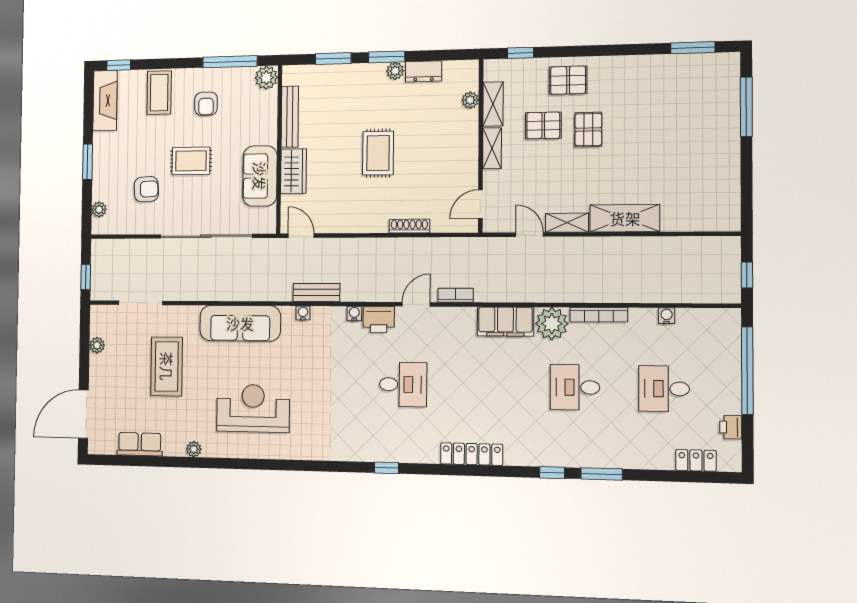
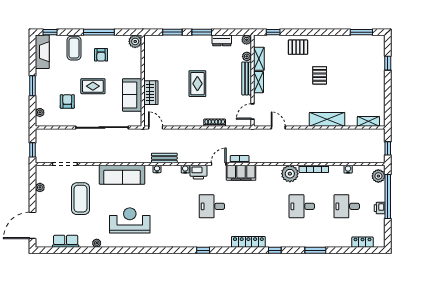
window: (230, 62) -> (99, 32), moved
plant: (395, 71) -> (247, 40), moved
window: (746, 107) -> (388, 63), width x0.46
bench: (290, 117) -> (247, 78), moved
pallet: (543, 125) -> (285, 71), removed
pallet: (588, 130) -> (320, 75), moved
armchair: (146, 189) -> (67, 101), turned -87
shelving: (567, 223) -> (368, 121), moved
filing cabinet: (505, 322) -> (241, 173), moved
plant: (728, 330) -> (378, 176), added
desk: (403, 384) -> (212, 206), turned 180
printer: (731, 427) -> (380, 208), moved
window: (552, 473) -> (275, 250), moved

